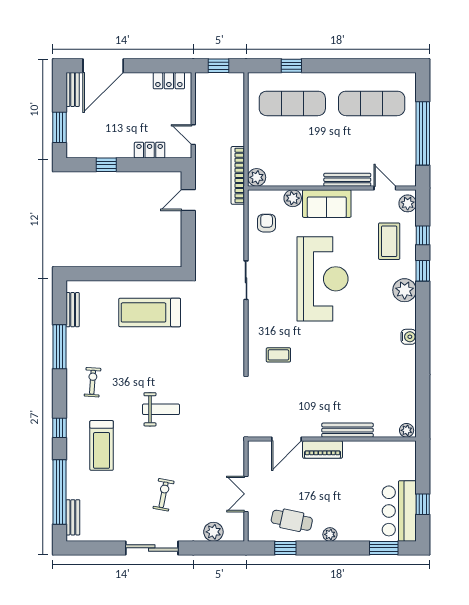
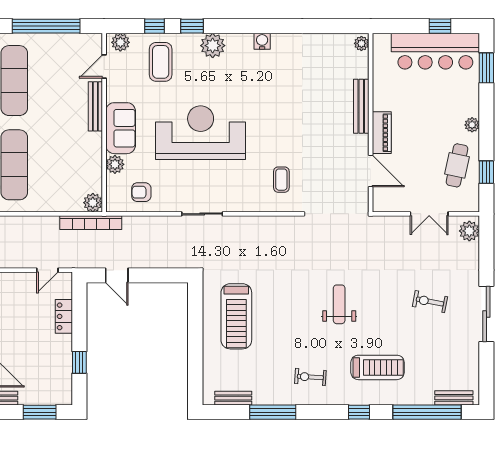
coffee table: (389, 241) -> (161, 62), turned 90
bar counter: (399, 511) -> (435, 51), width x1.36
plant: (213, 532) -> (469, 231), moved

